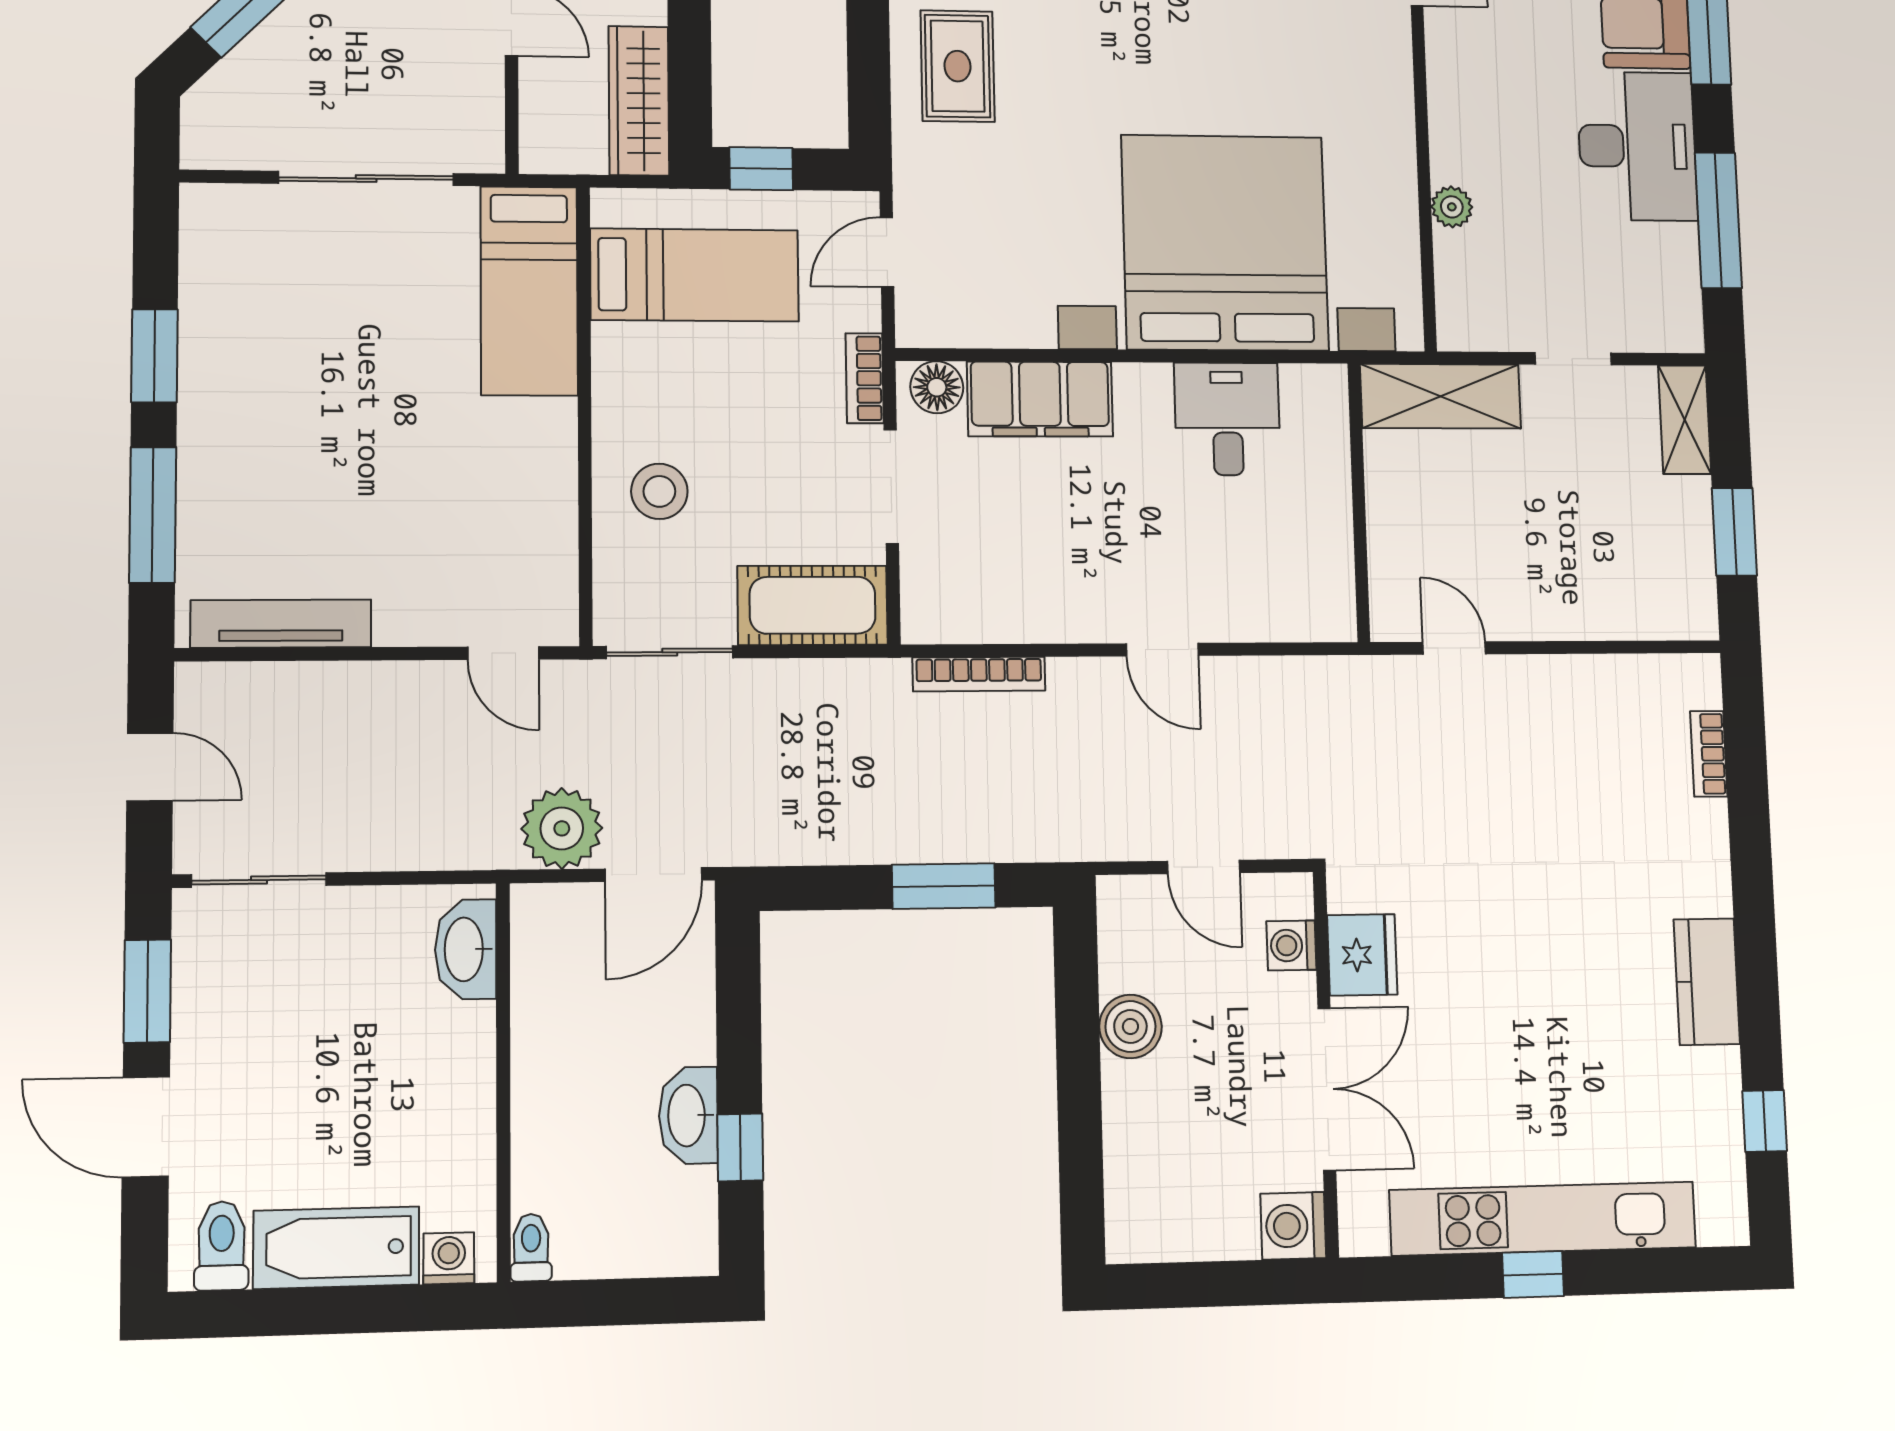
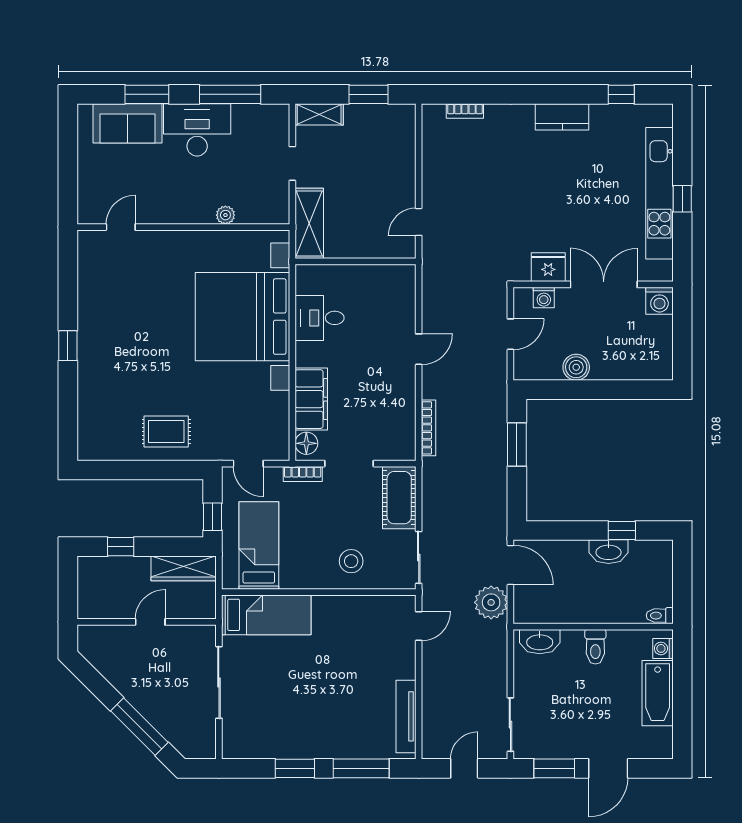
toilet: (222, 1246) -> (595, 647), moved, turned -90

